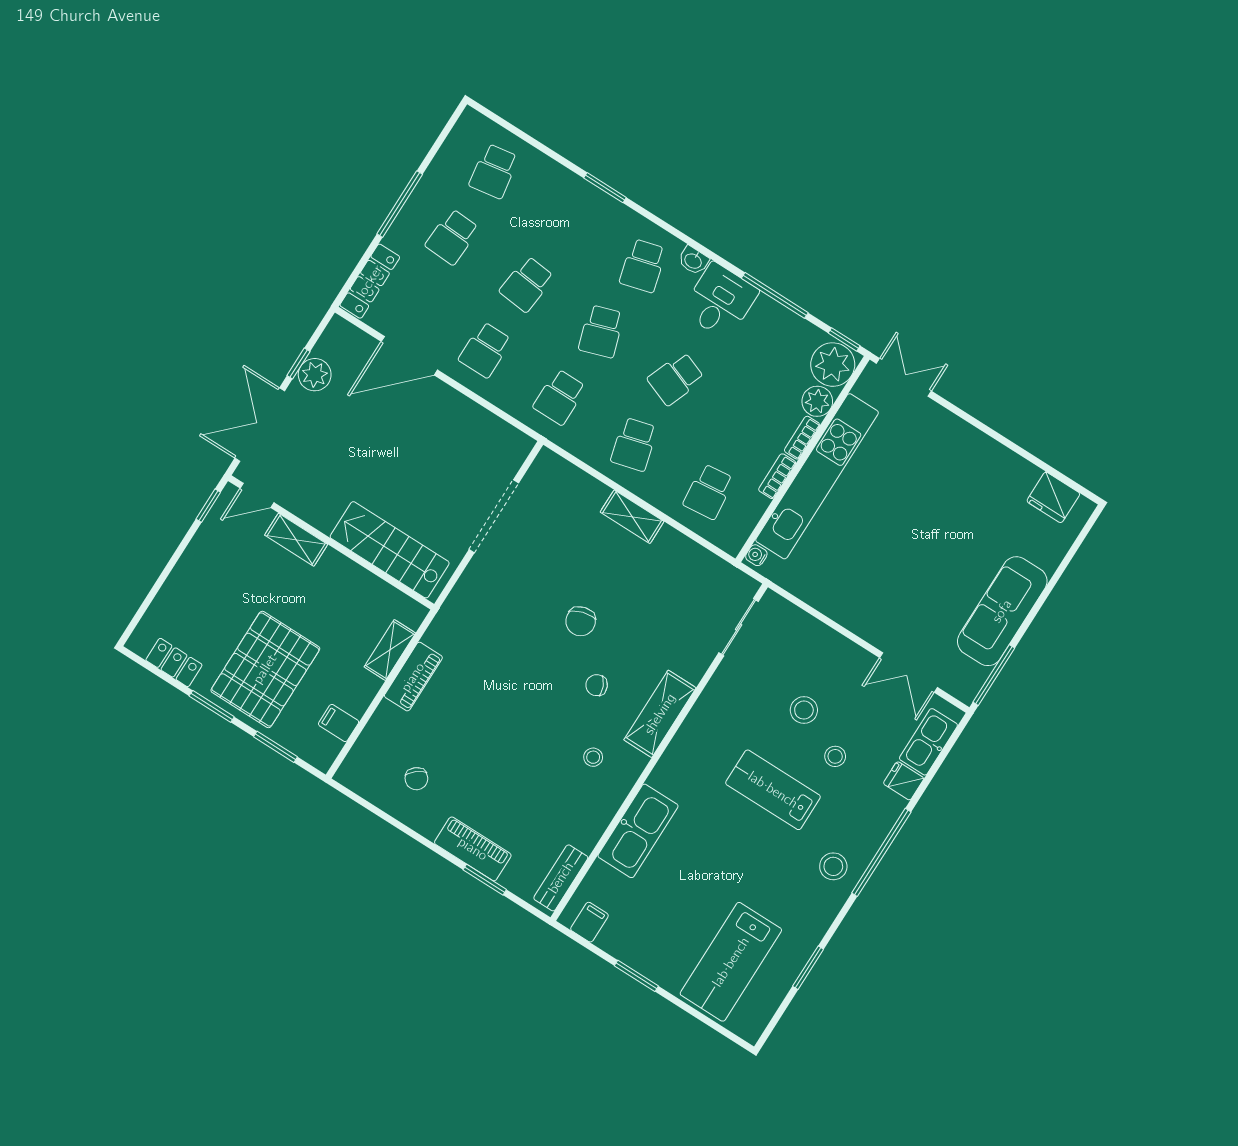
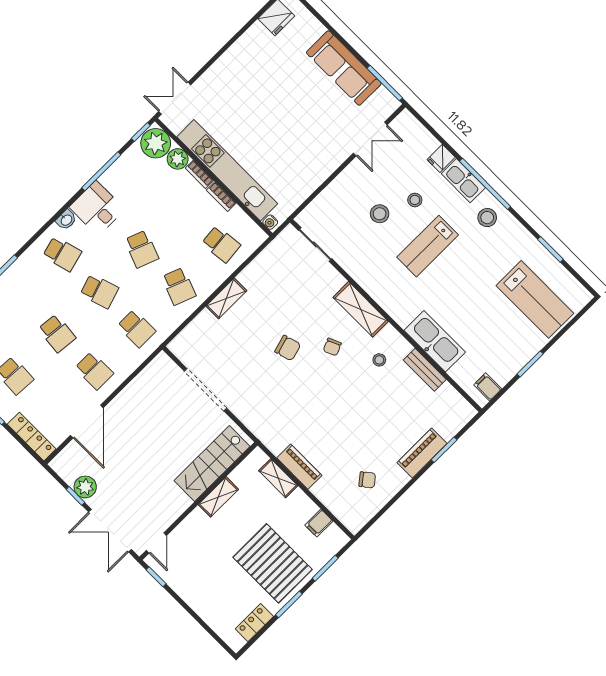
school desk: (634, 444) -> (179, 286), turned 36
shelving: (296, 540) -> (218, 497), moved
kitchen sink: (928, 742) -> (463, 181), moved
bench: (561, 878) -> (425, 370), moved

